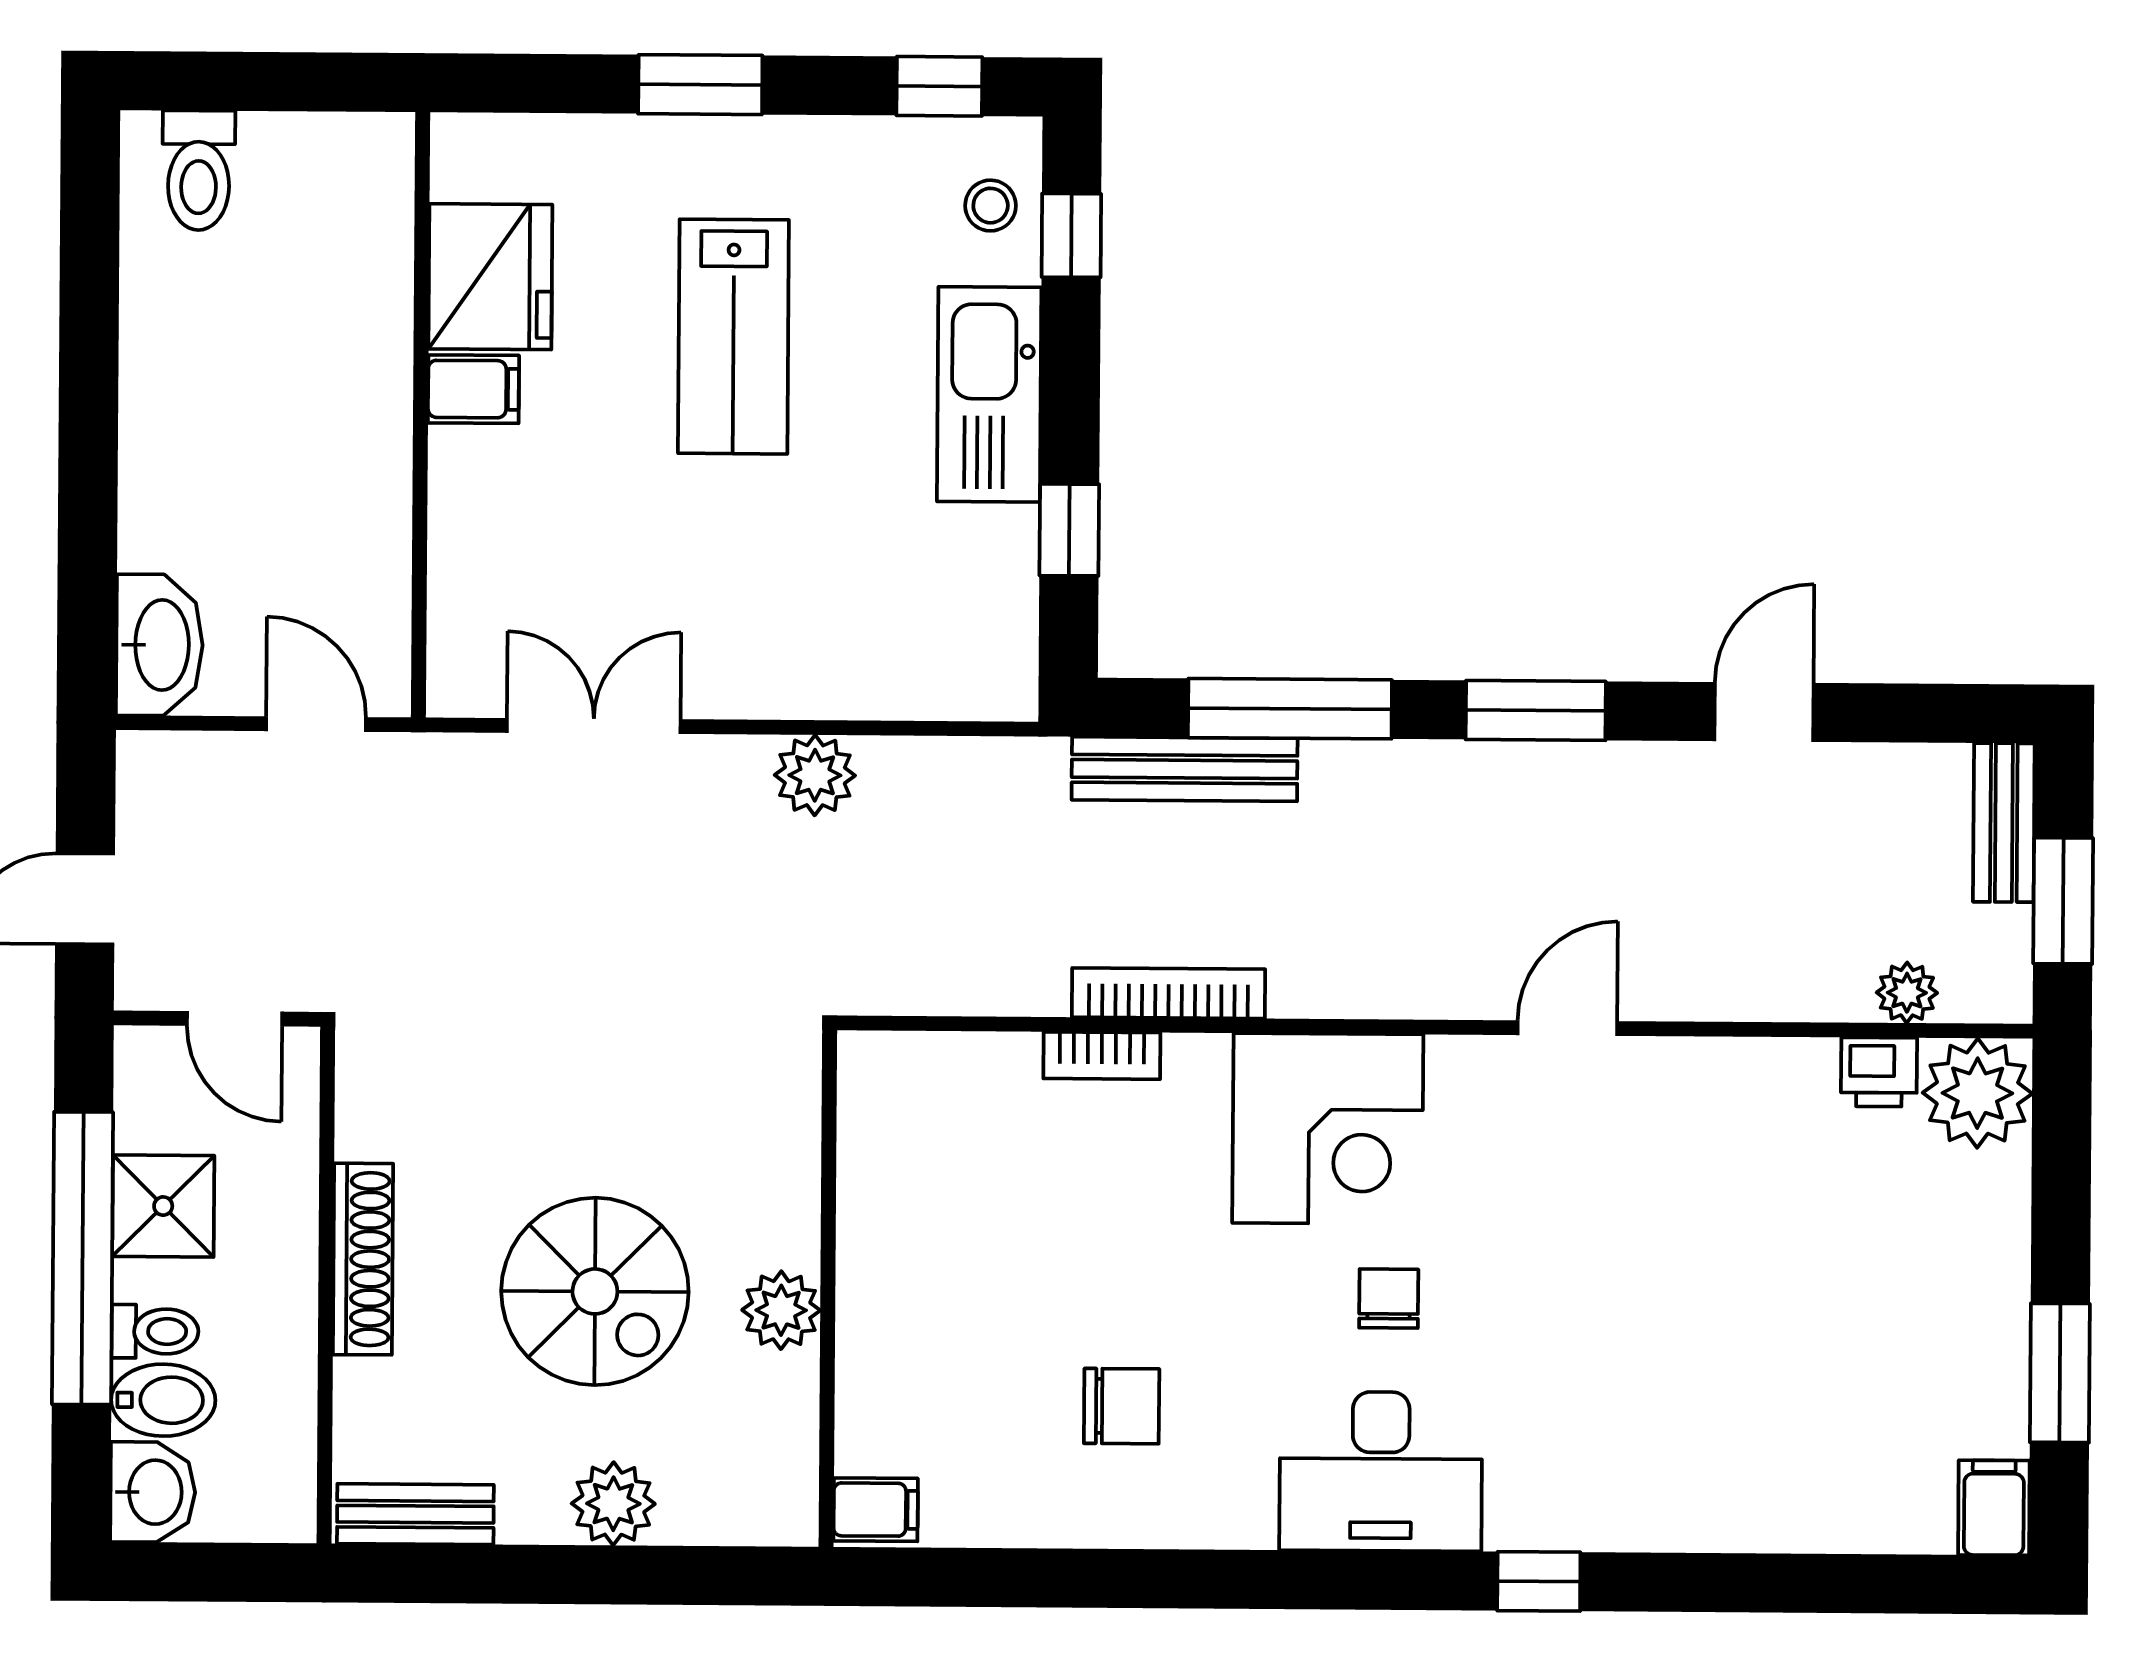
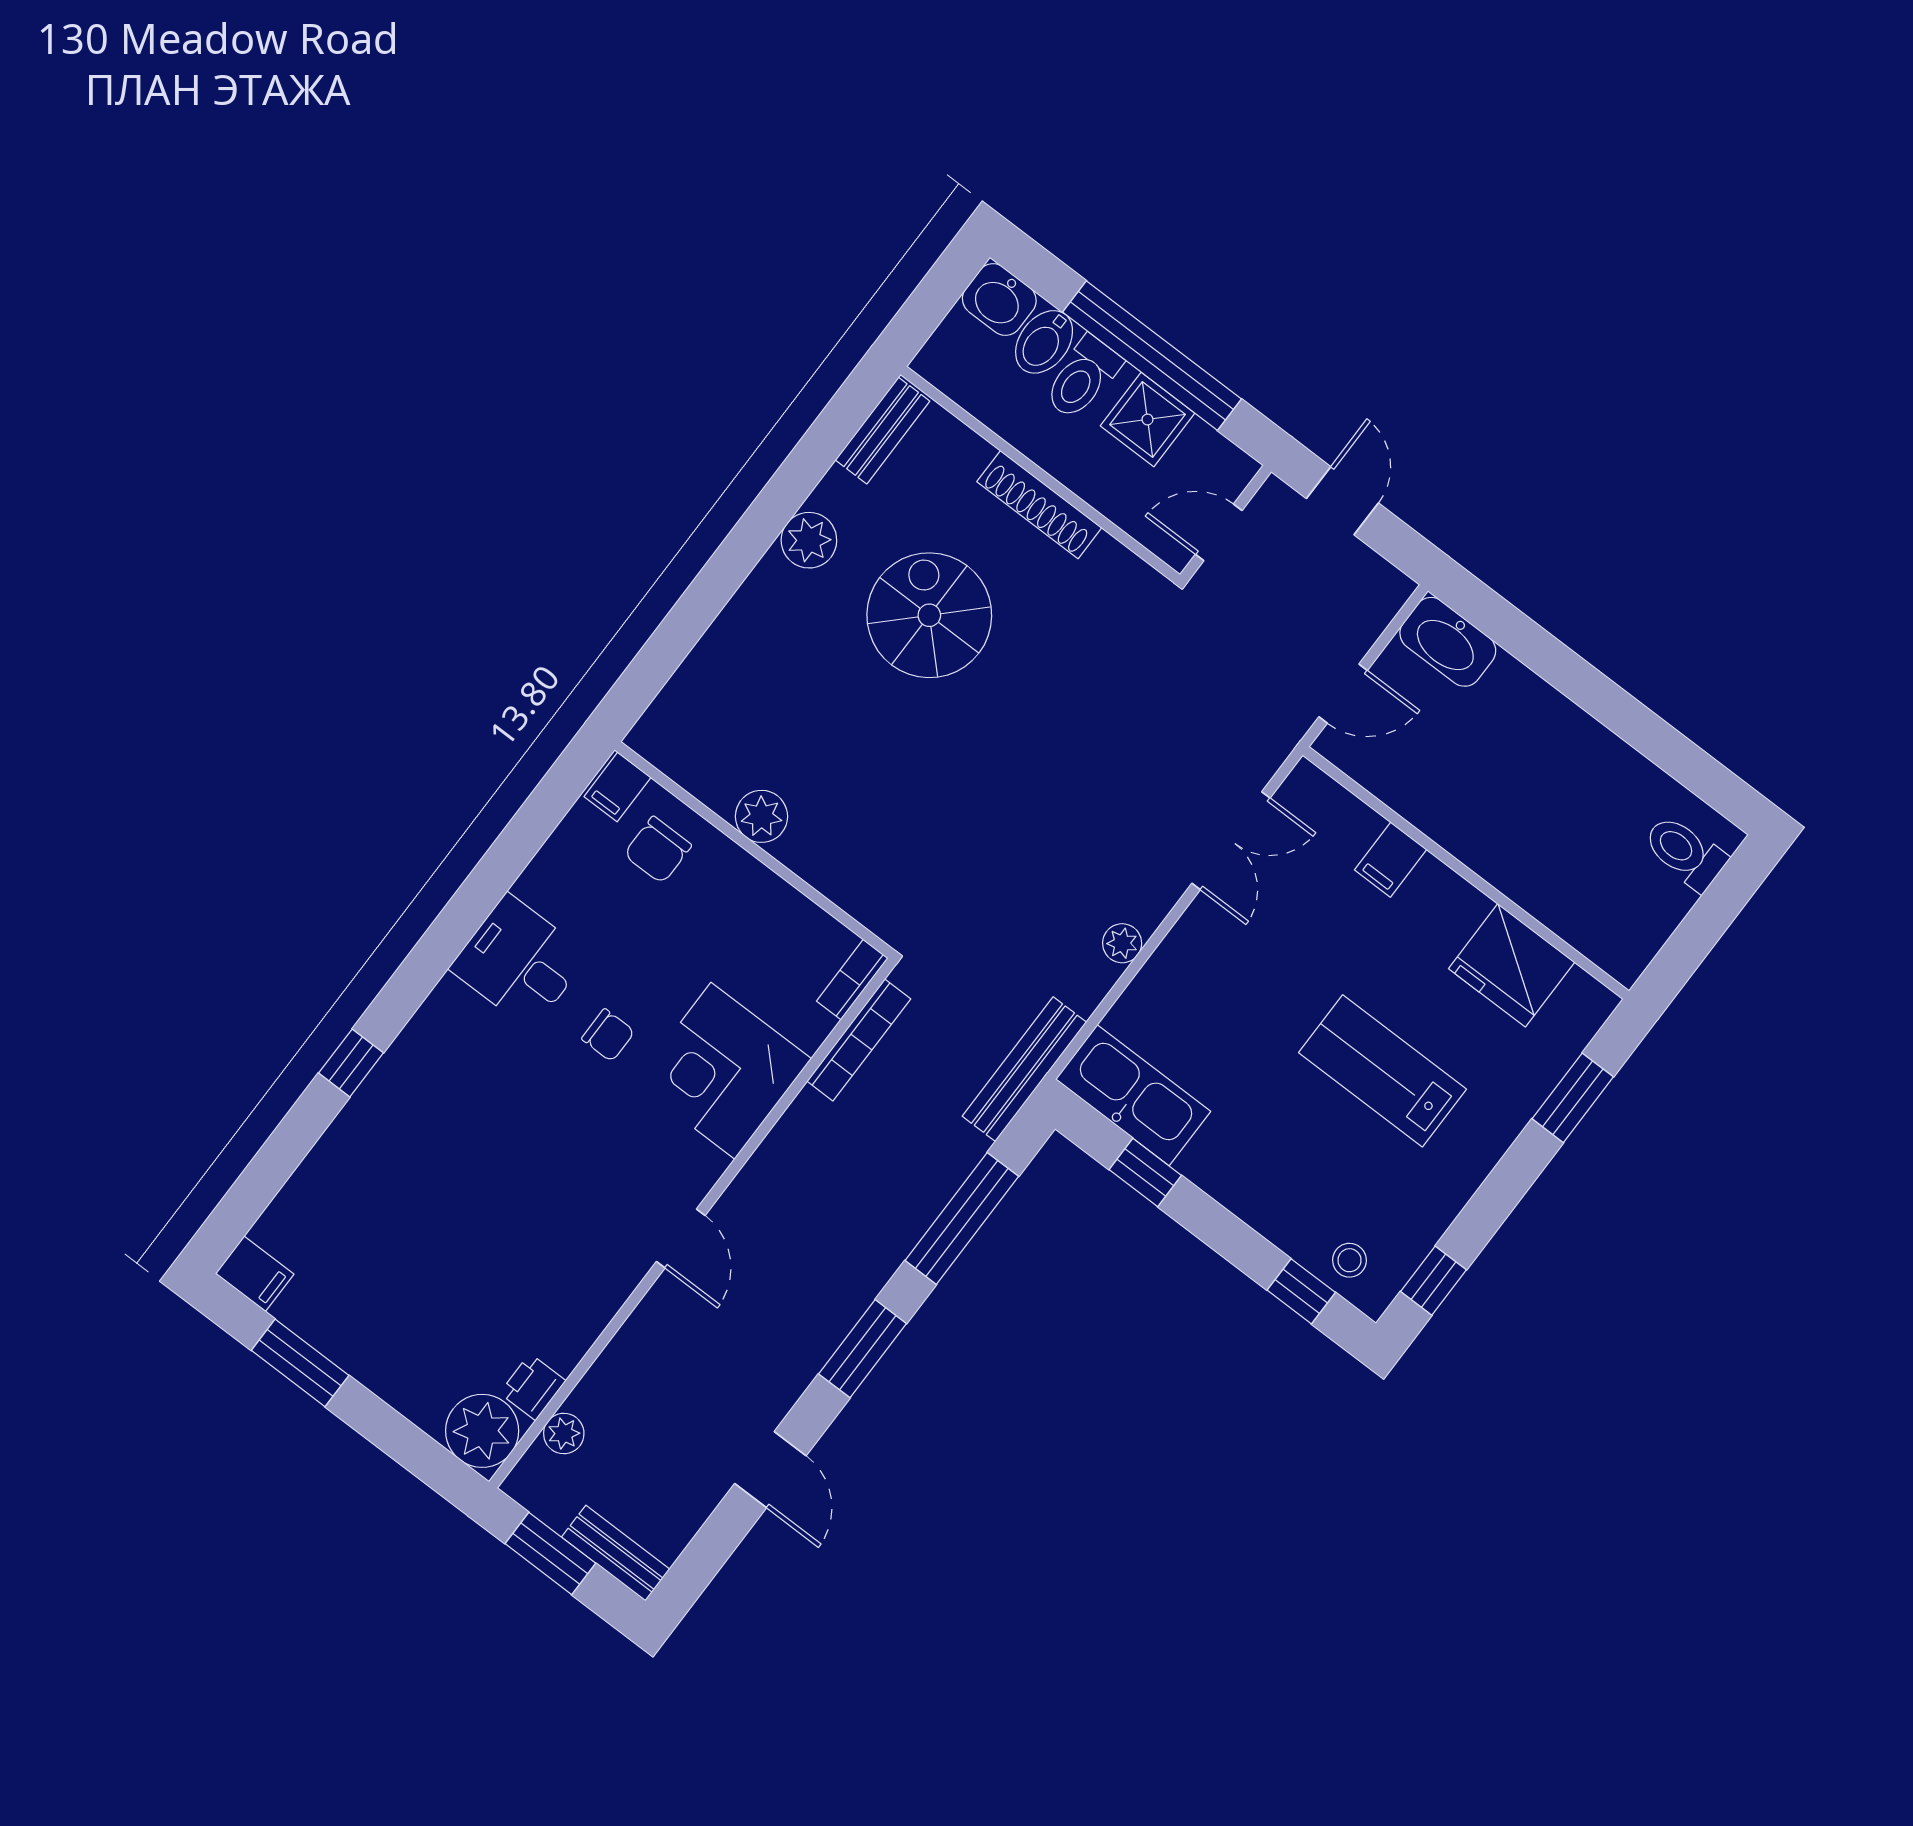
window: (700, 85) -> (1573, 1098), moved
filing cabinet: (473, 389) -> (1391, 860), moved
kitchen sink: (989, 394) -> (1133, 1095), moved
bench: (1185, 769) -> (1024, 1069), moved
plant: (815, 775) -> (1122, 943), width x0.73, depth x0.73
wall: (828, 1289) -> (754, 850), moved
spiral stairs: (595, 1291) -> (929, 615), turned 90
plant: (781, 1310) -> (761, 816), moved
toilet: (155, 1331) -> (1082, 378), width x1.37, depth x1.39
desk: (1381, 1471) -> (519, 962), width x0.73
filing cabinet: (876, 1510) -> (617, 787), moved
window: (1539, 1581) -> (351, 1063), moved

